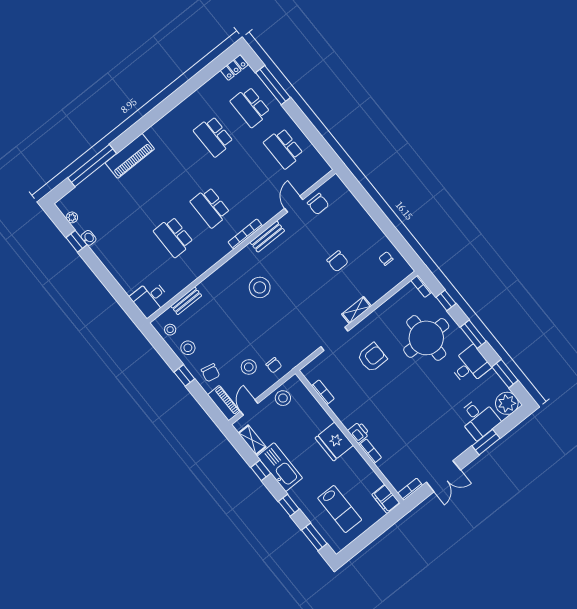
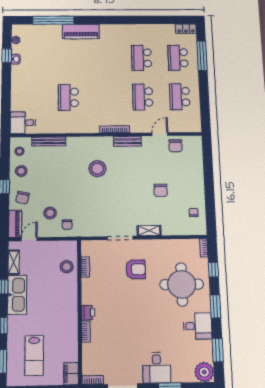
school desk: (210, 207) -> (143, 97), moved
bench: (186, 301) -> (49, 141), width x1.36
stool: (283, 398) -> (67, 267), moved
desk: (479, 418) -> (157, 368), moved
fridge: (334, 442) -> (67, 306), removed

